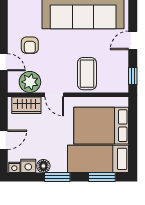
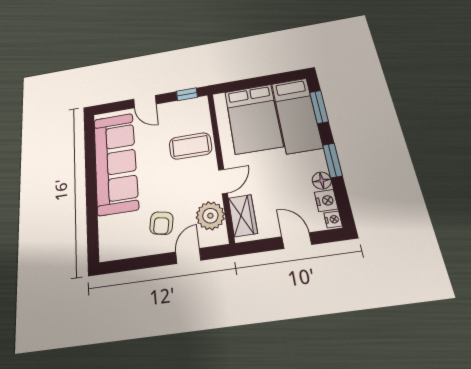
armchair: (30, 45) -> (161, 223), turned 101

